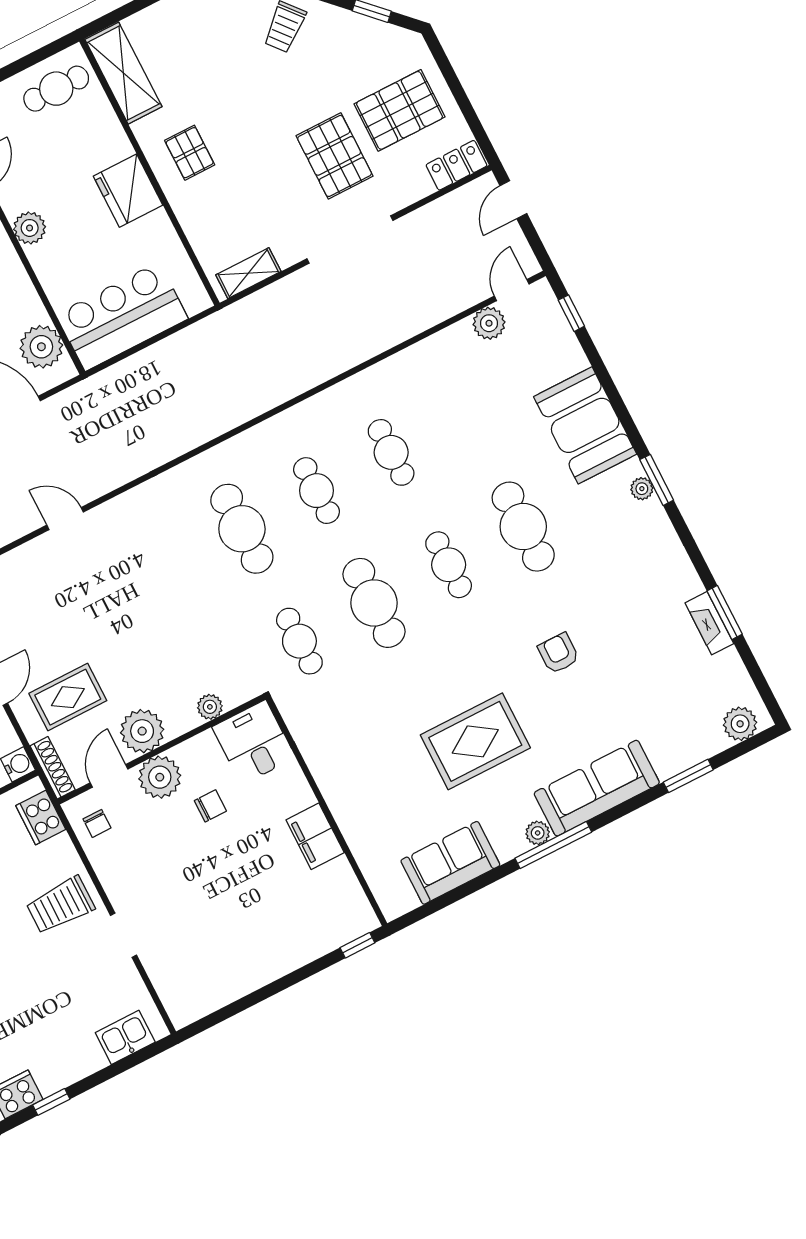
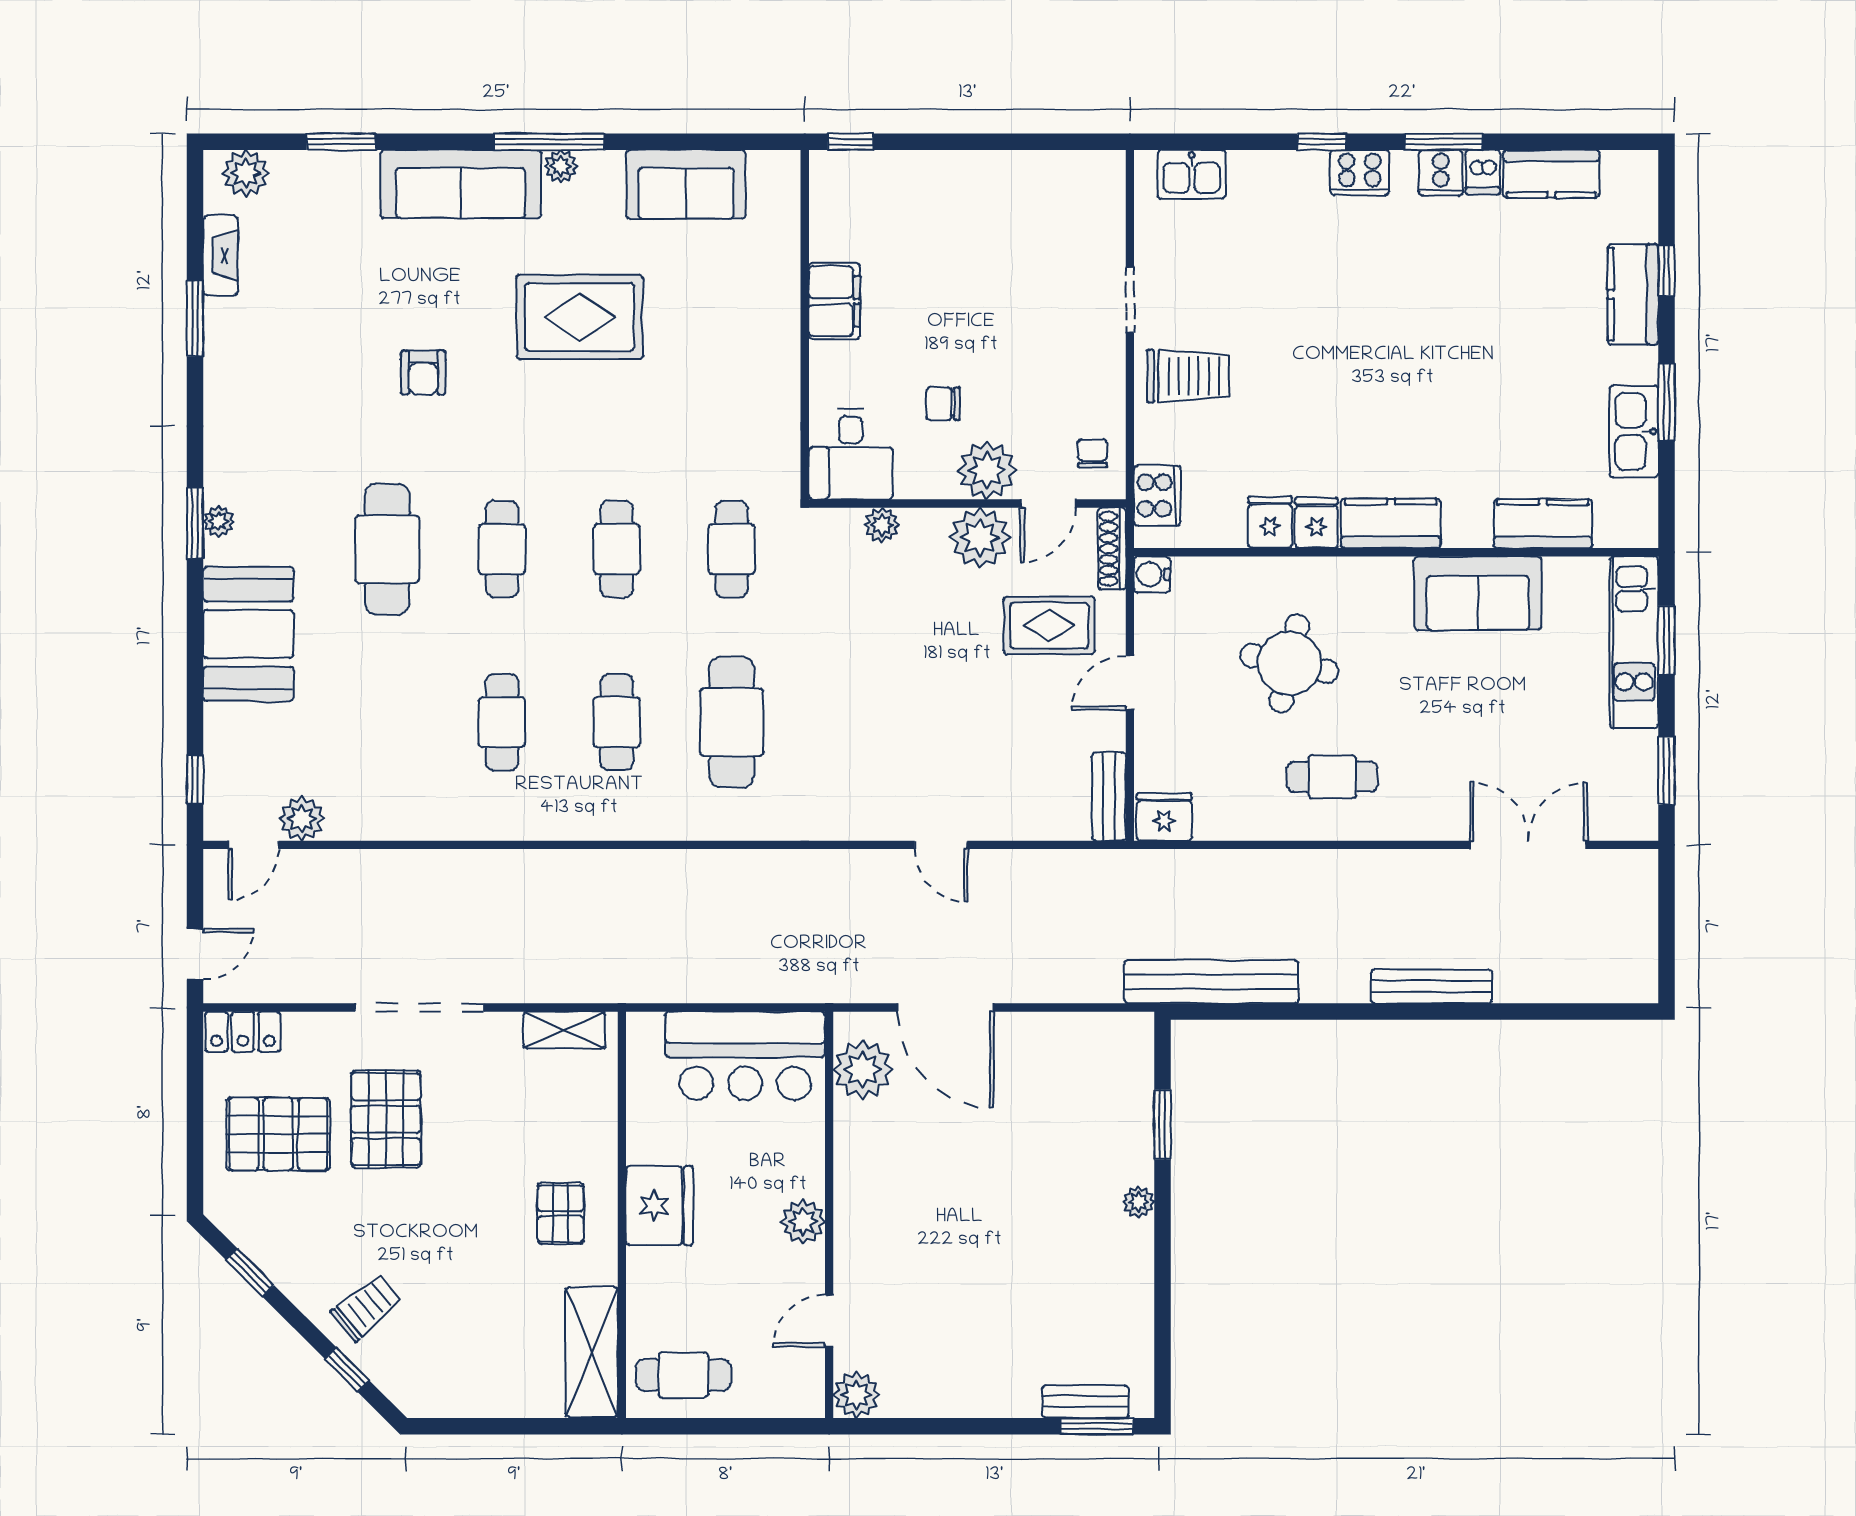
cafe table: (374, 603) -> (617, 549), width x0.73, depth x0.74
fireplace: (709, 623) -> (220, 255), moved

